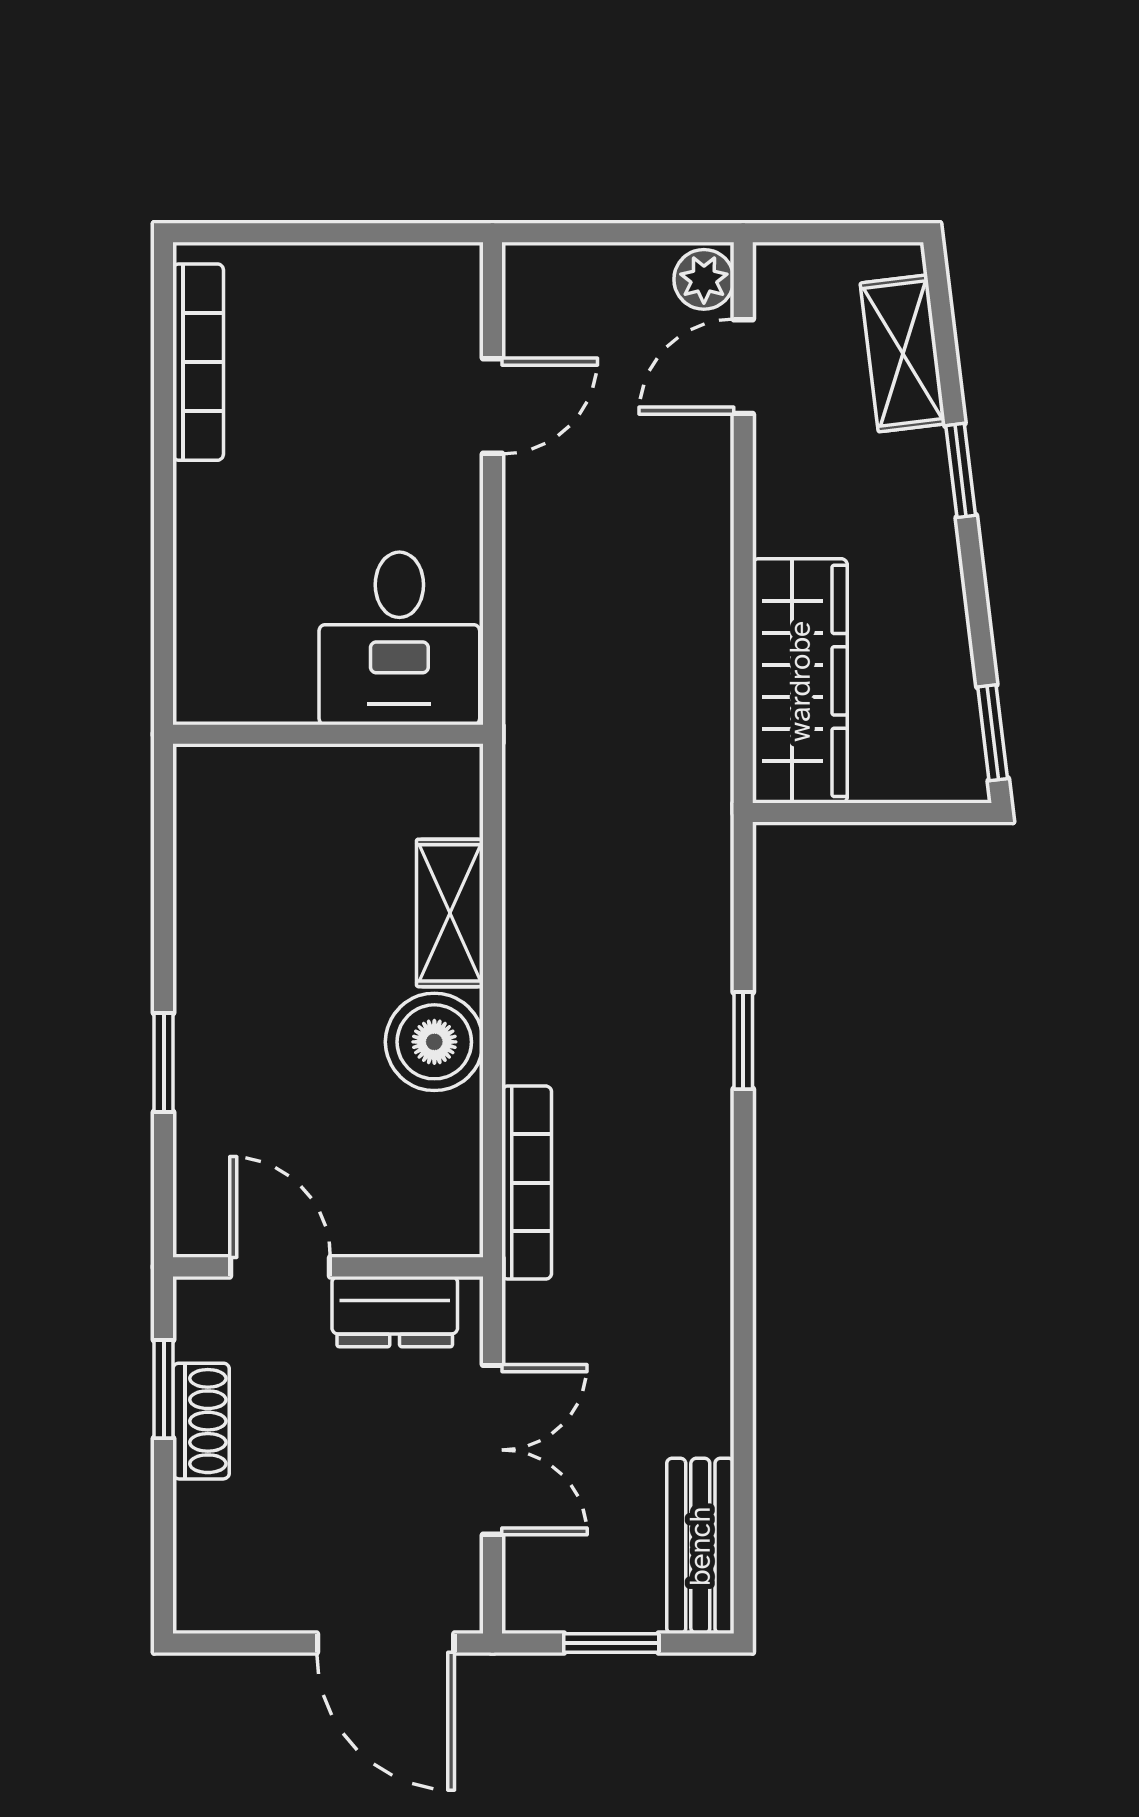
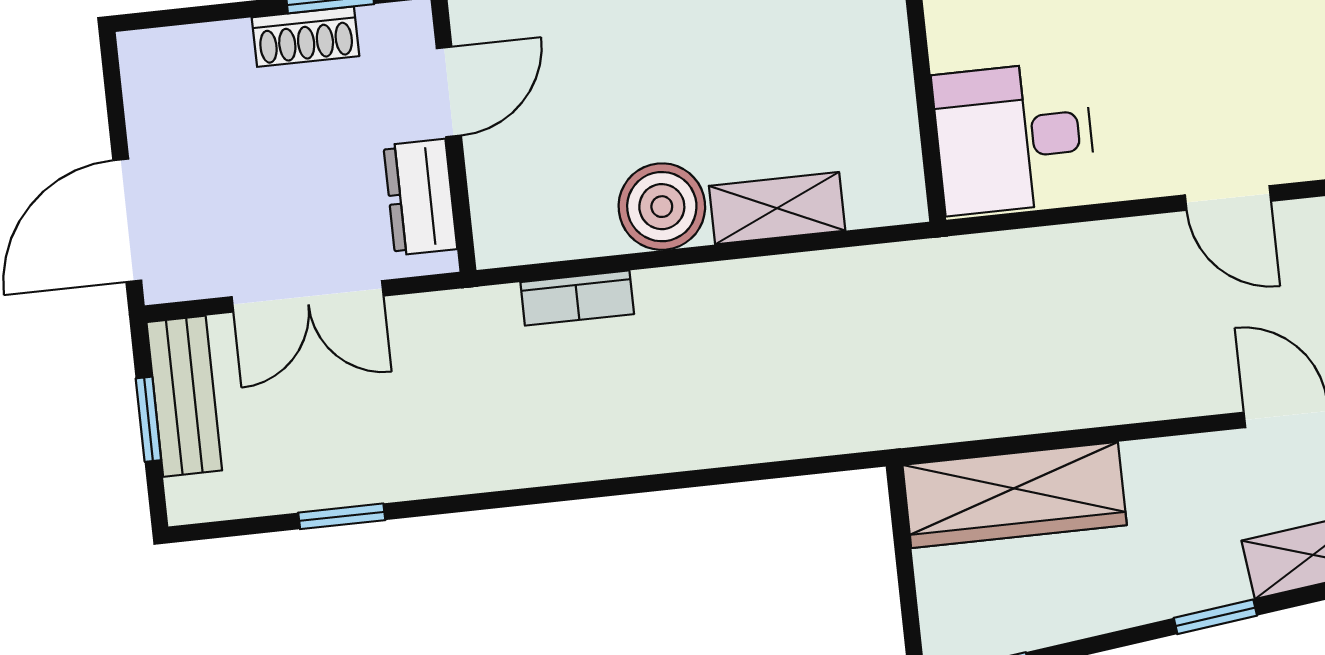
window: (743, 1041) -> (342, 516), moved
bookcase: (527, 1183) -> (577, 298), width x0.64
bench: (700, 1546) -> (184, 396), moved, turned 90

